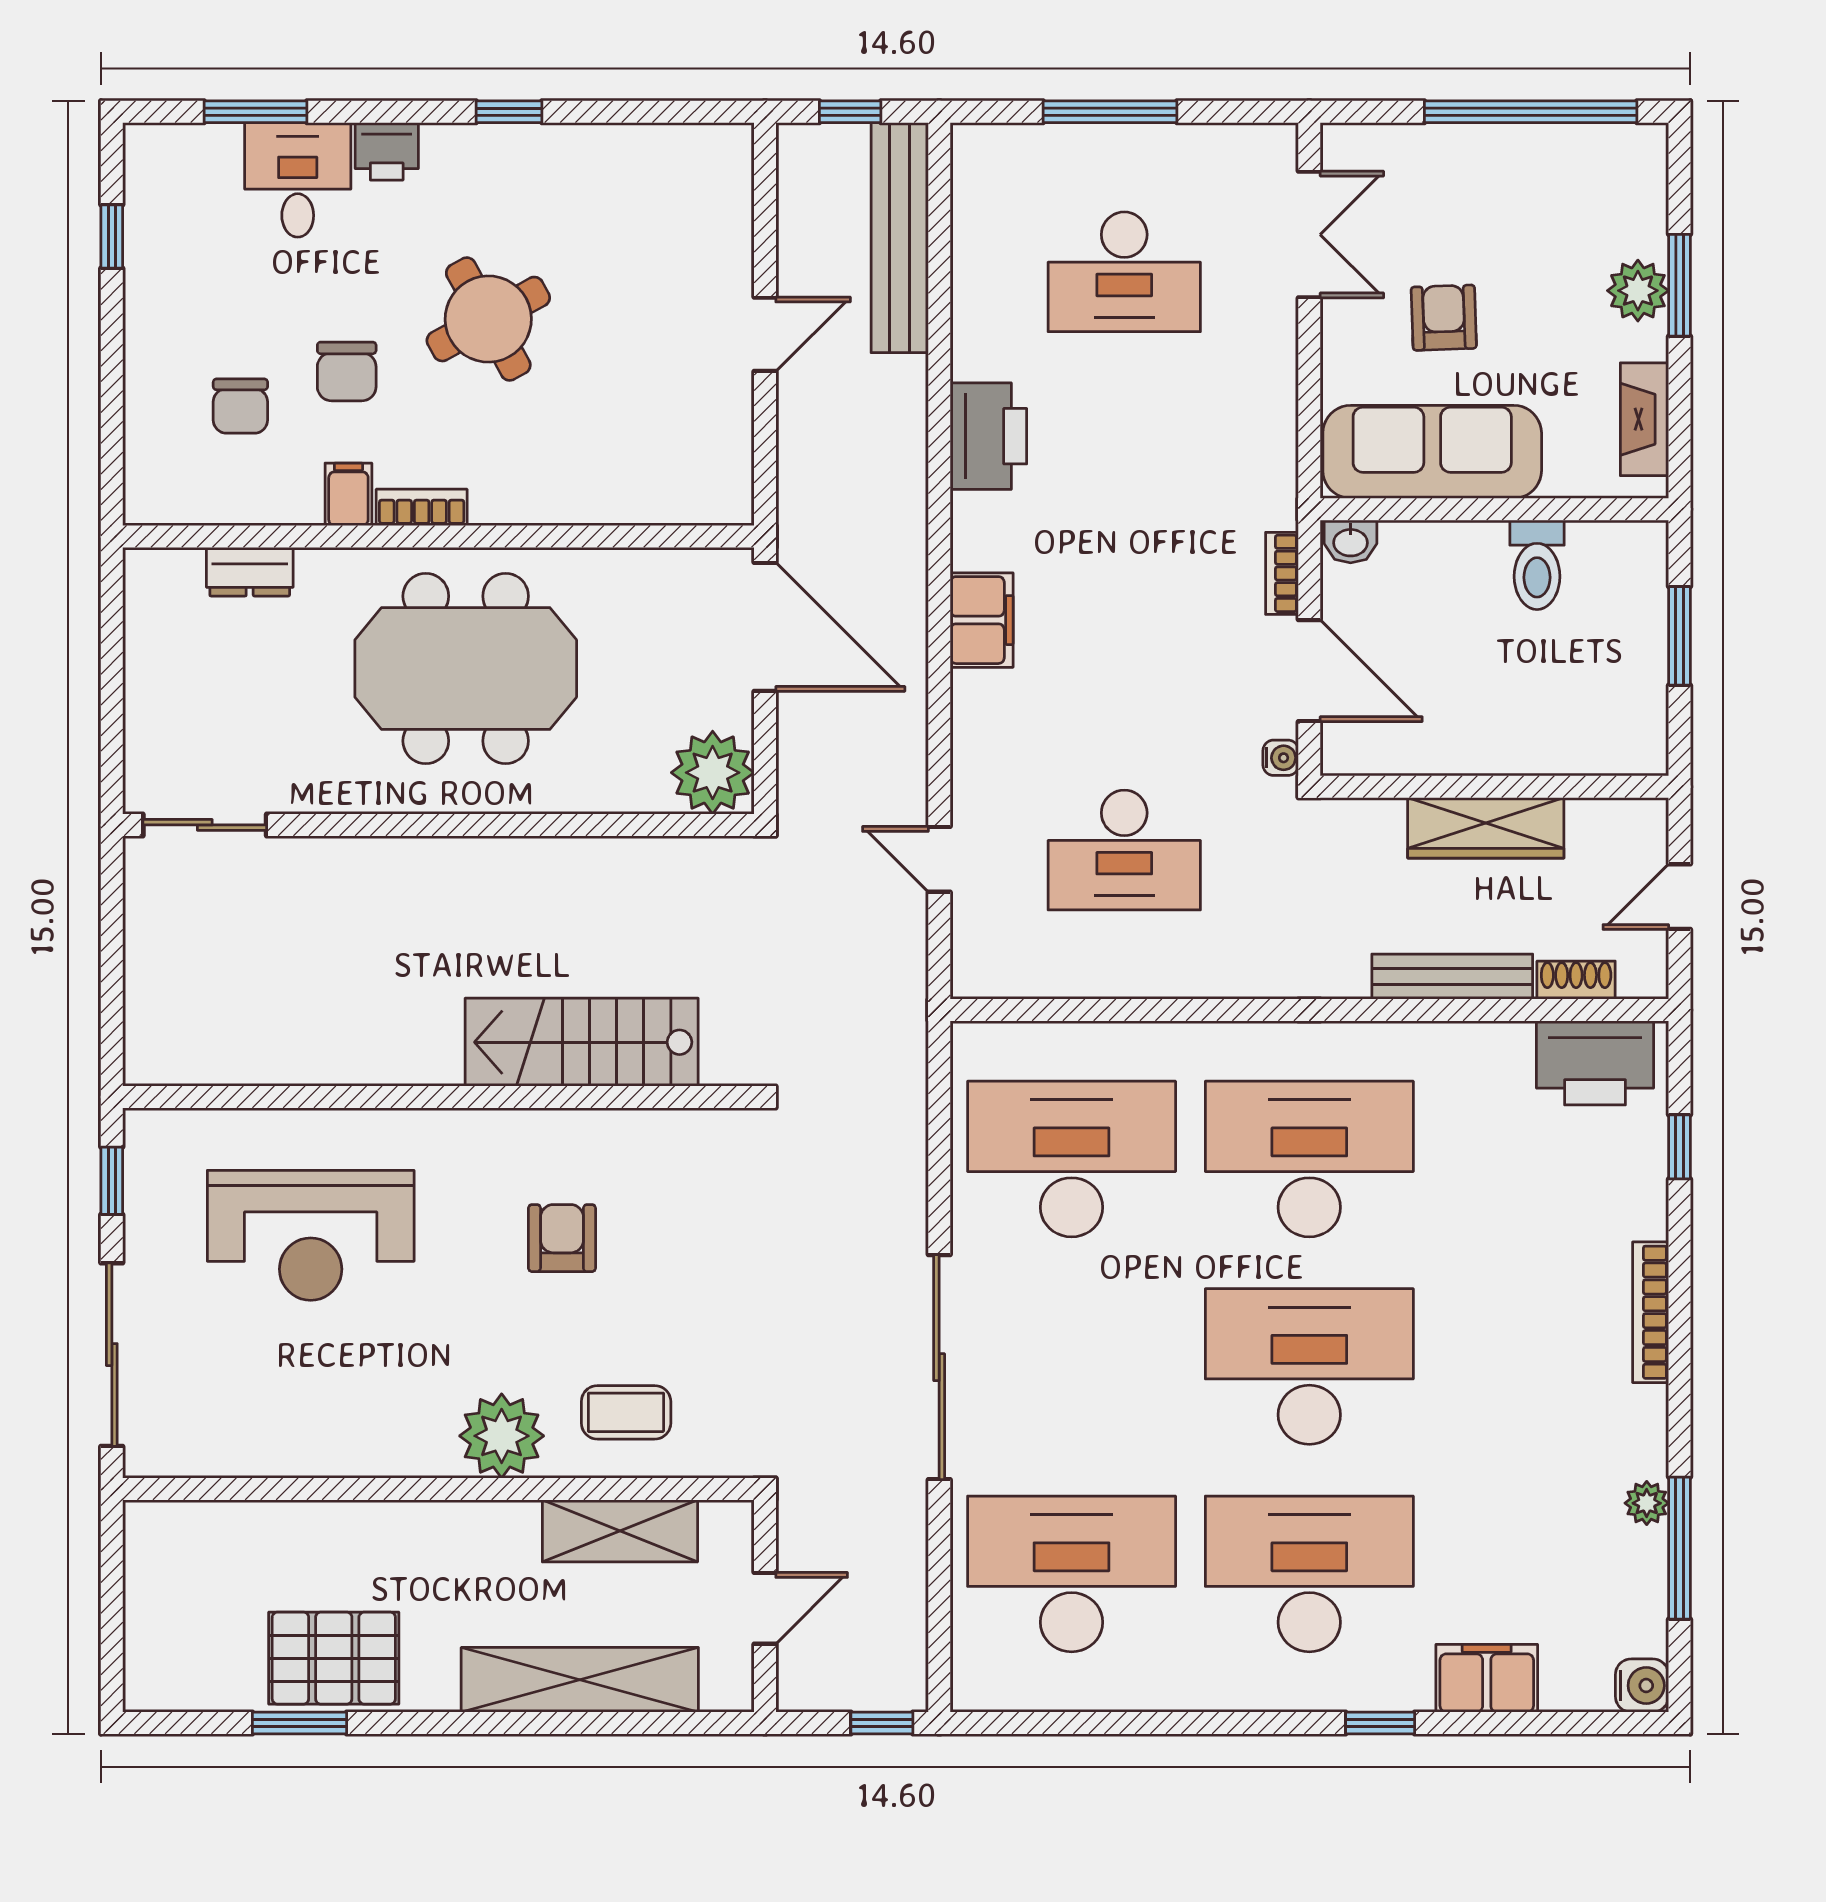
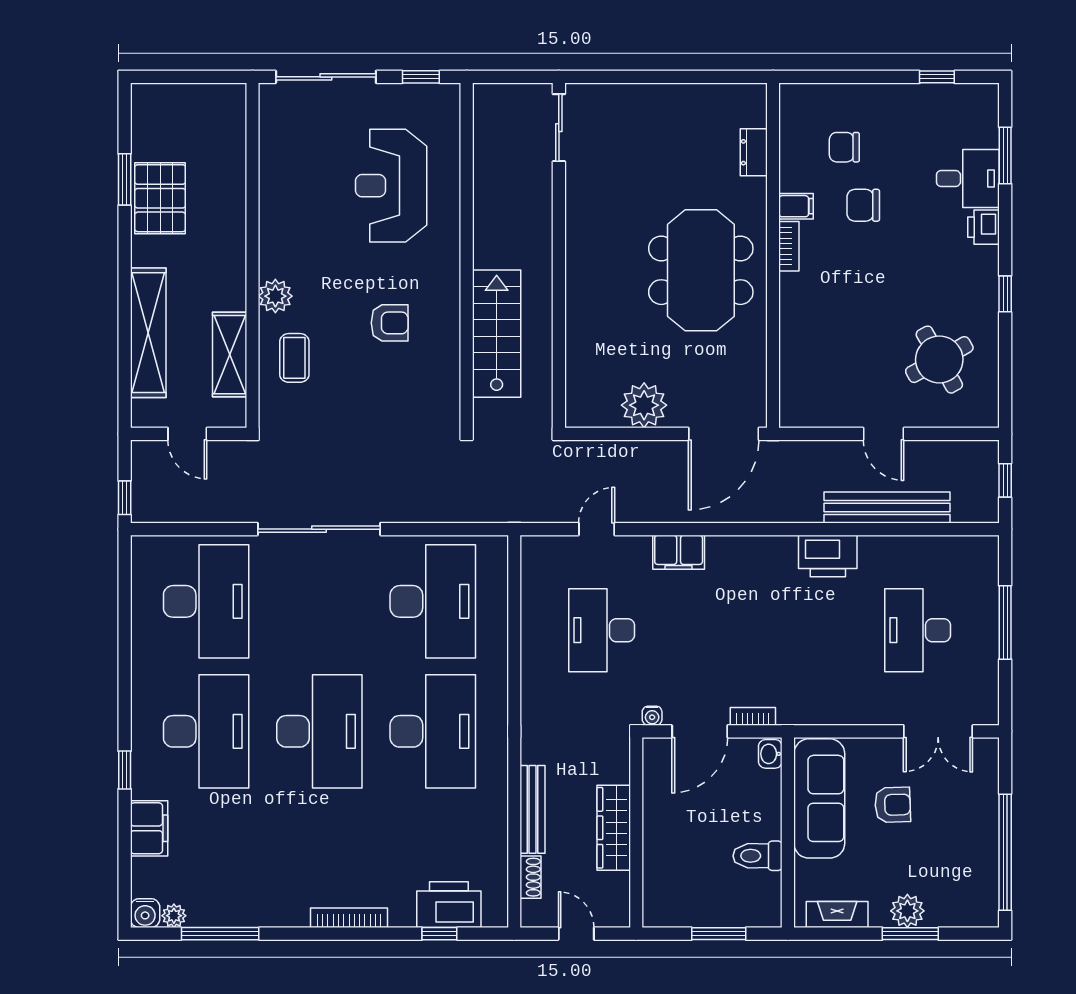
bench: (900, 238) -> (887, 507), moved
round table: (488, 319) -> (939, 360), moved
filing cabinet: (982, 620) -> (679, 552), moved
sliding door: (205, 825) -> (559, 128), moved
wall: (438, 825) -> (559, 255), moved
printer: (1595, 1063) -> (449, 905), moved, turned 90
plant: (502, 1436) -> (275, 296), width x0.73, depth x0.73
plant: (1647, 1503) -> (174, 916), moved

